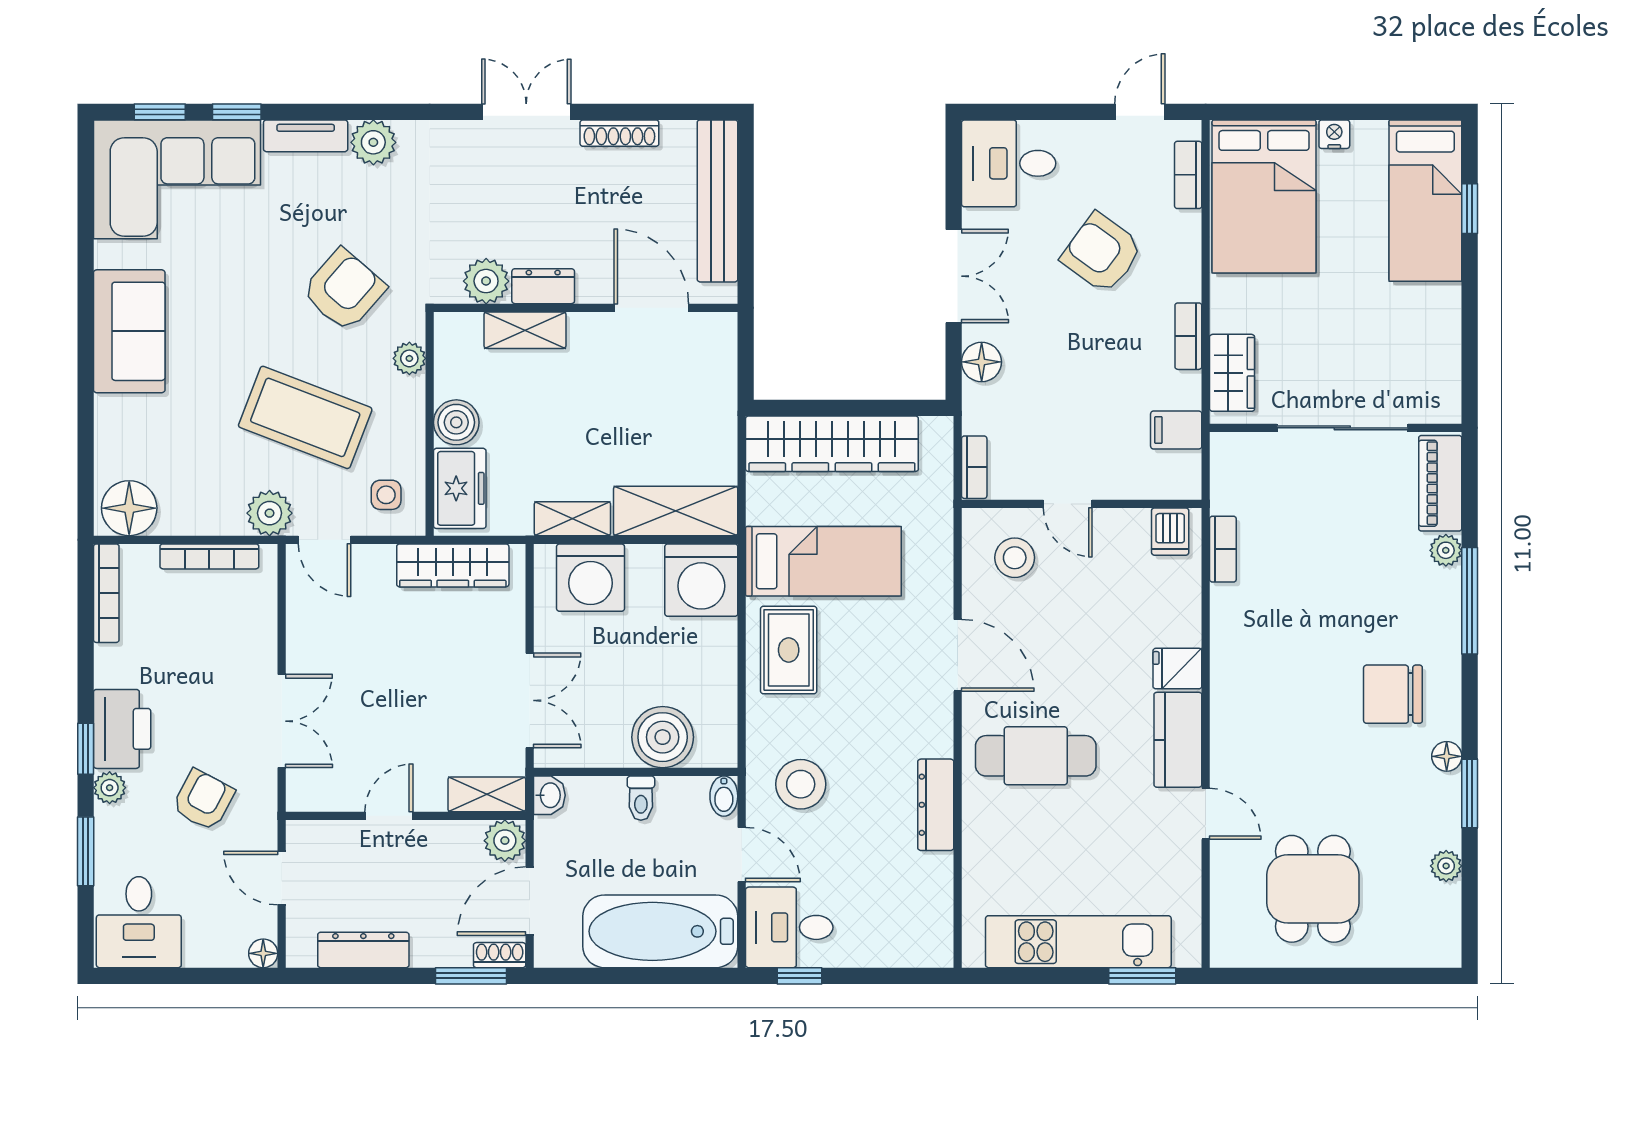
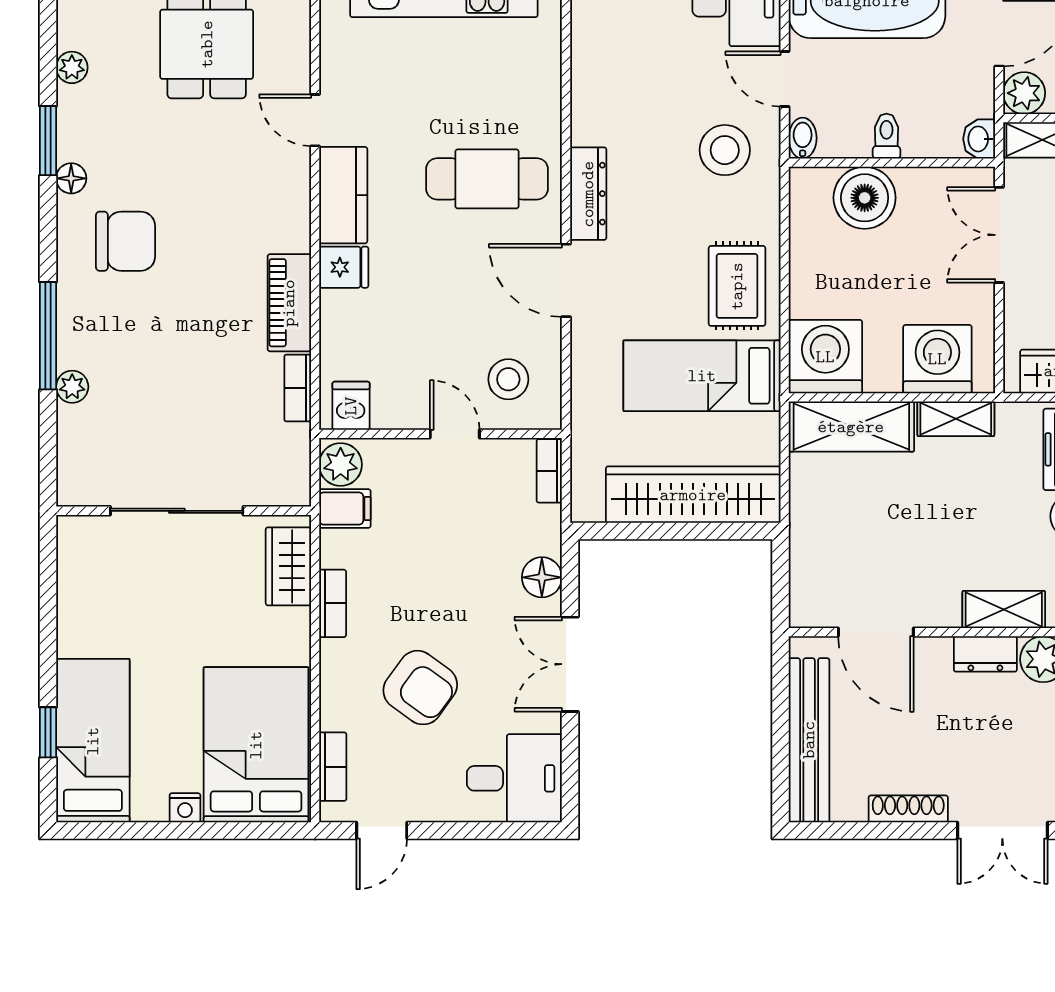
plant: (1181, 473) -> (341, 465), added
piano: (1440, 483) -> (289, 303), moved, turned 180
dresser: (936, 805) -> (588, 194), moved

